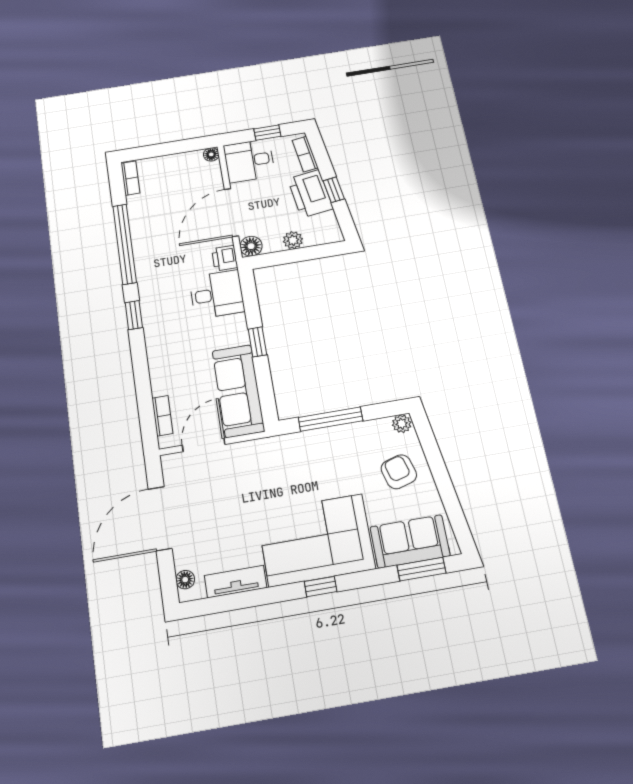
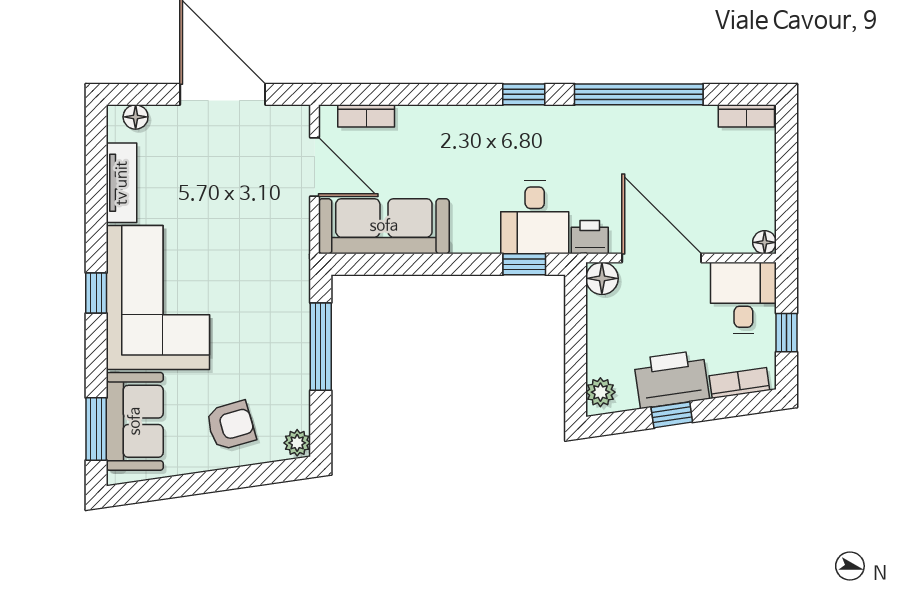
plant: (293, 240) -> (600, 392), moved
window: (257, 342) -> (524, 264), moved

